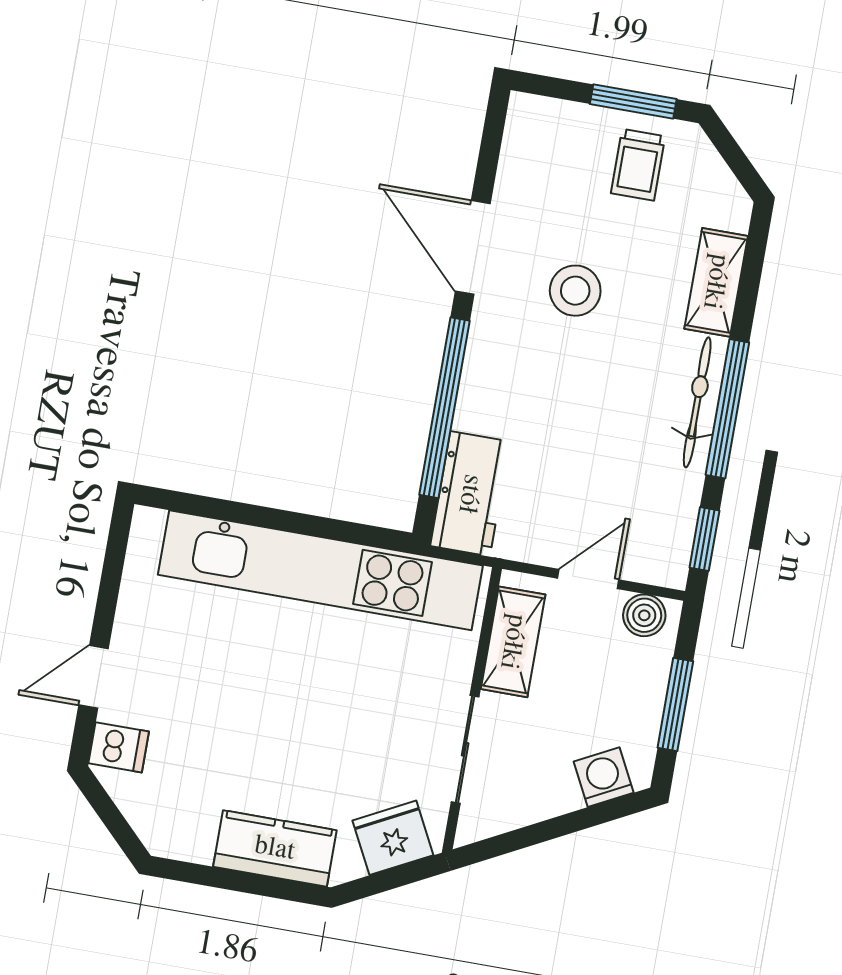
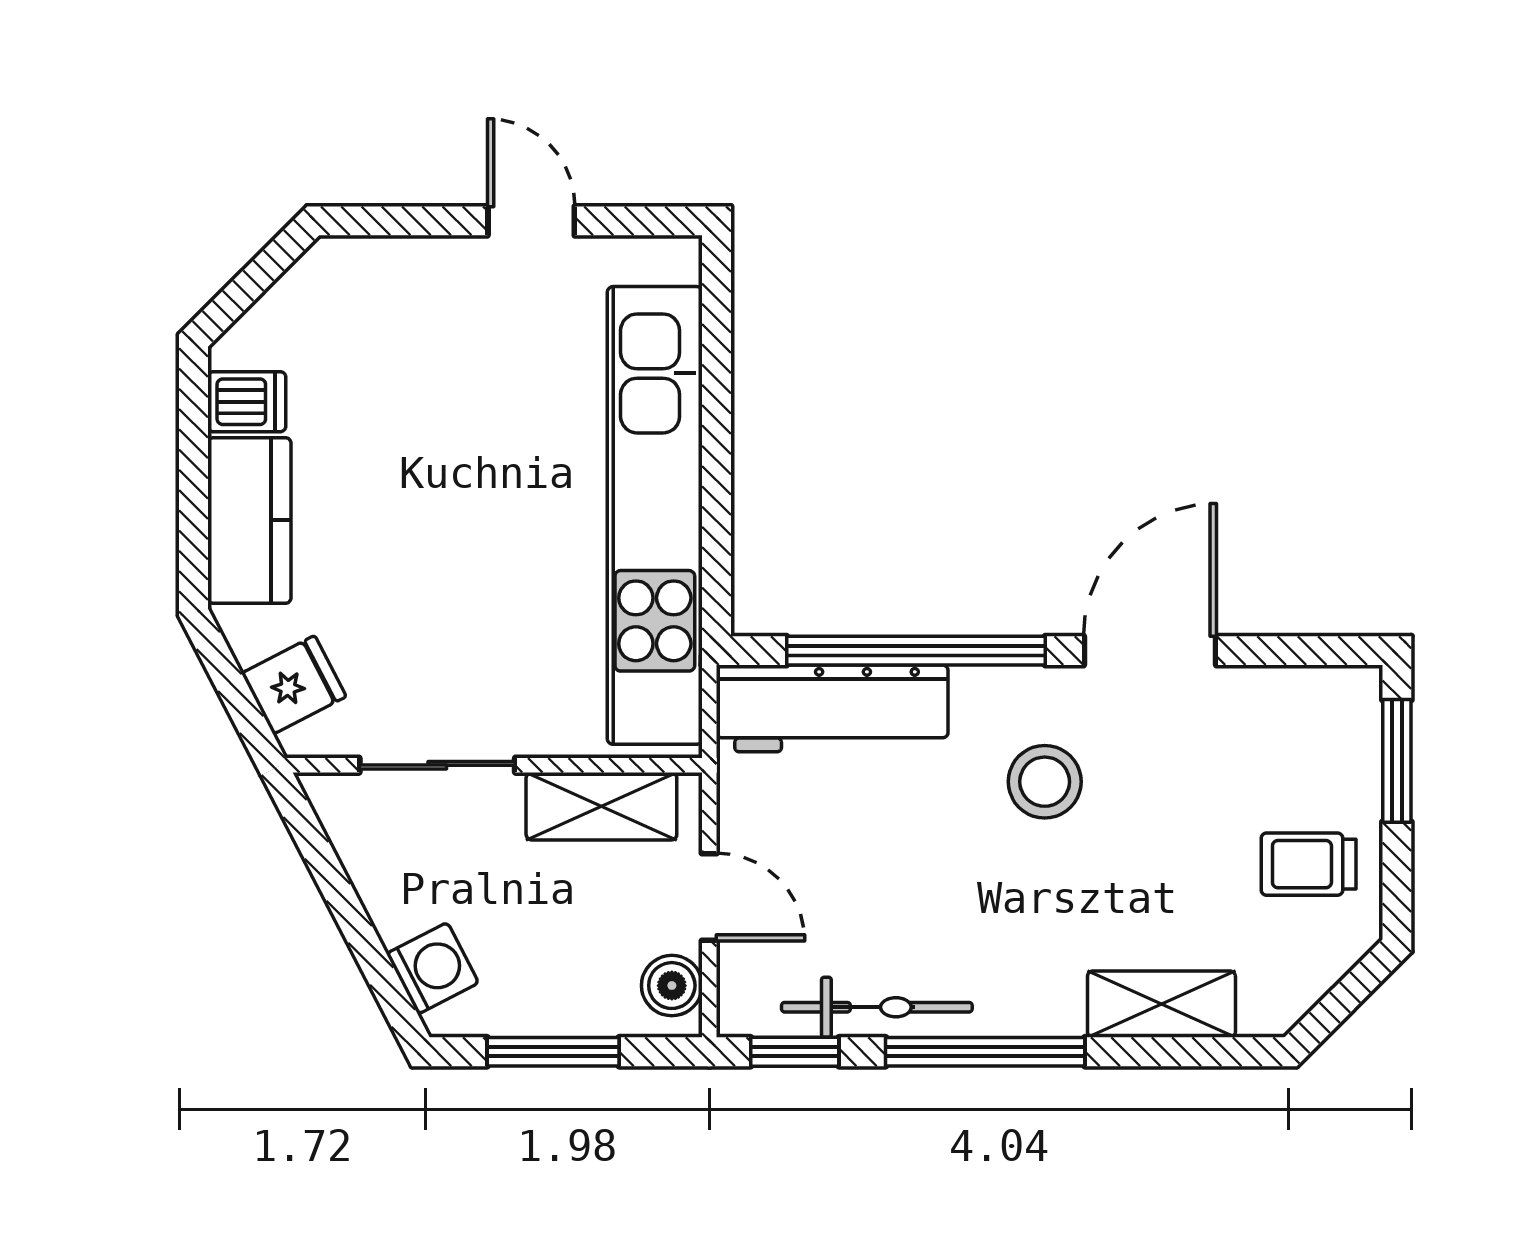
window: (633, 102) -> (1397, 761), moved
stool: (575, 291) -> (1045, 782), moved
bicycle: (697, 402) -> (877, 1007), moved
workbench: (470, 494) -> (832, 708), width x1.38
door: (94, 677) -> (531, 221), moved
dishwasher: (119, 747) -> (247, 402), moved, turned -90
fridge: (393, 838) -> (294, 685), width x0.72

